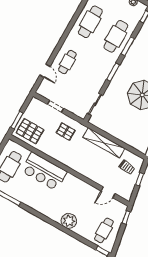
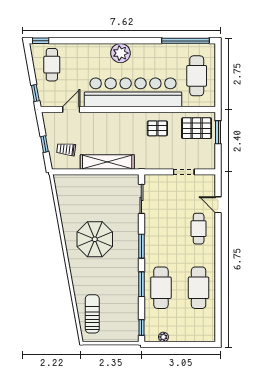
pallet: (66, 132) -> (157, 128), moved
bar counter: (44, 171) -> (133, 92), width x1.86
plant: (69, 221) -> (120, 53), moved

